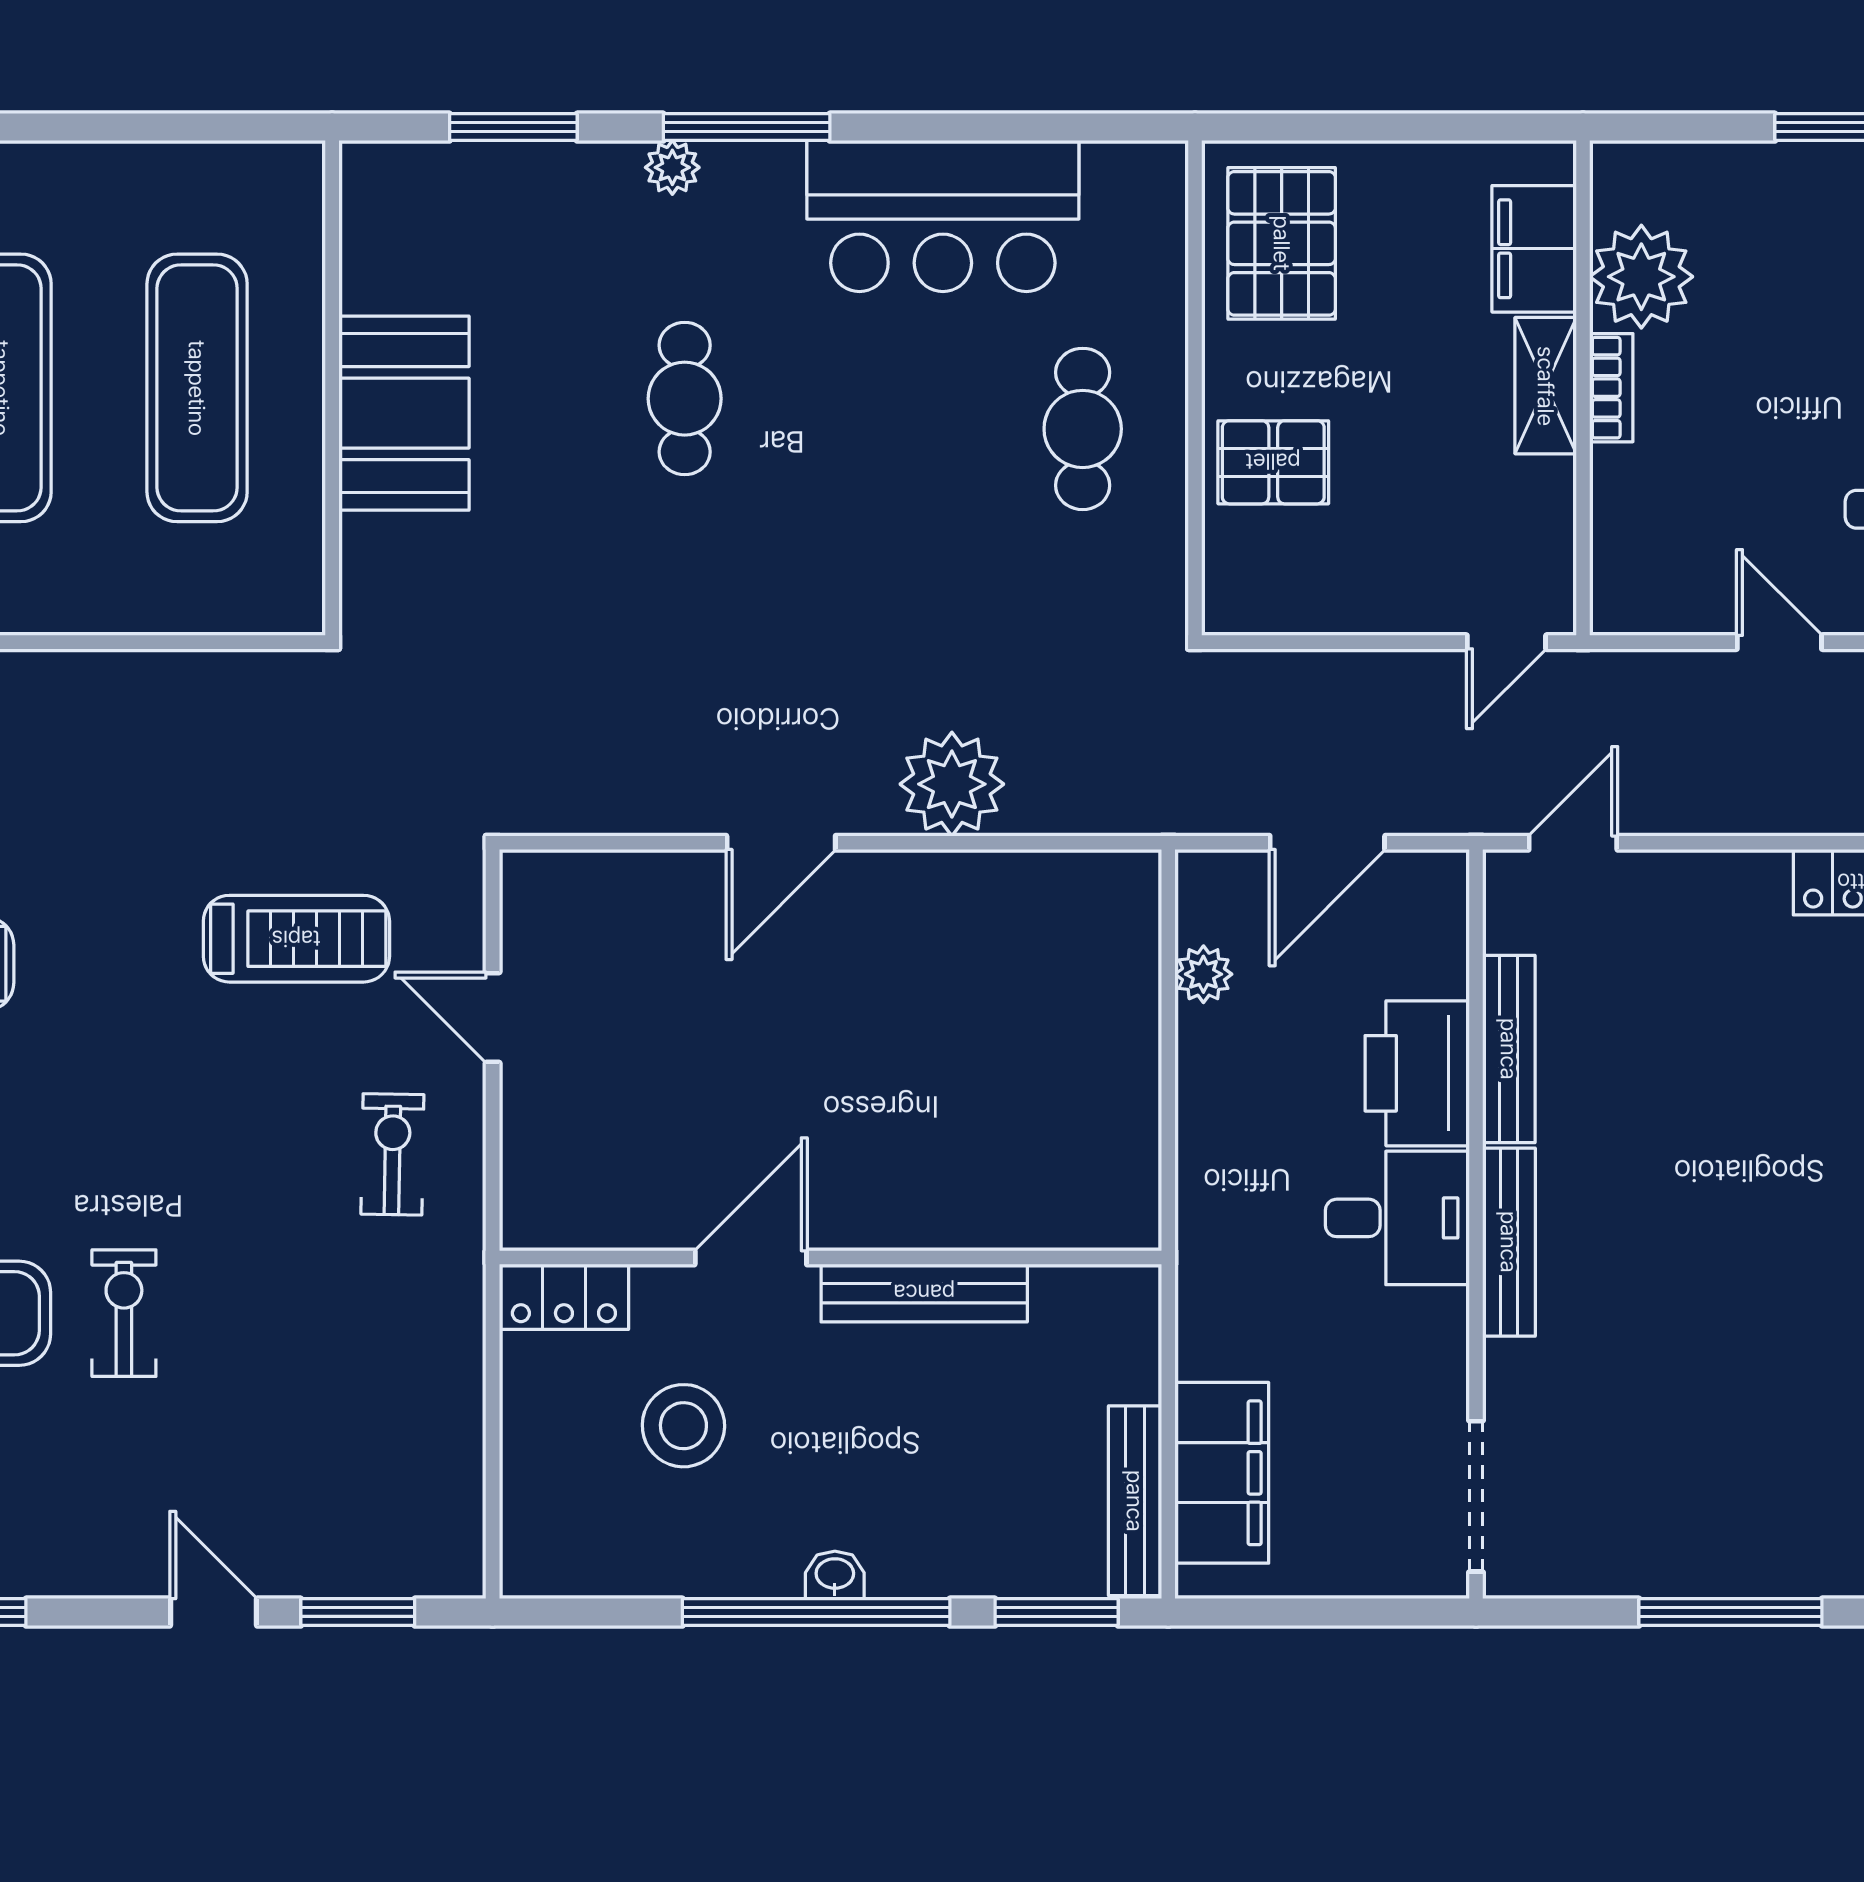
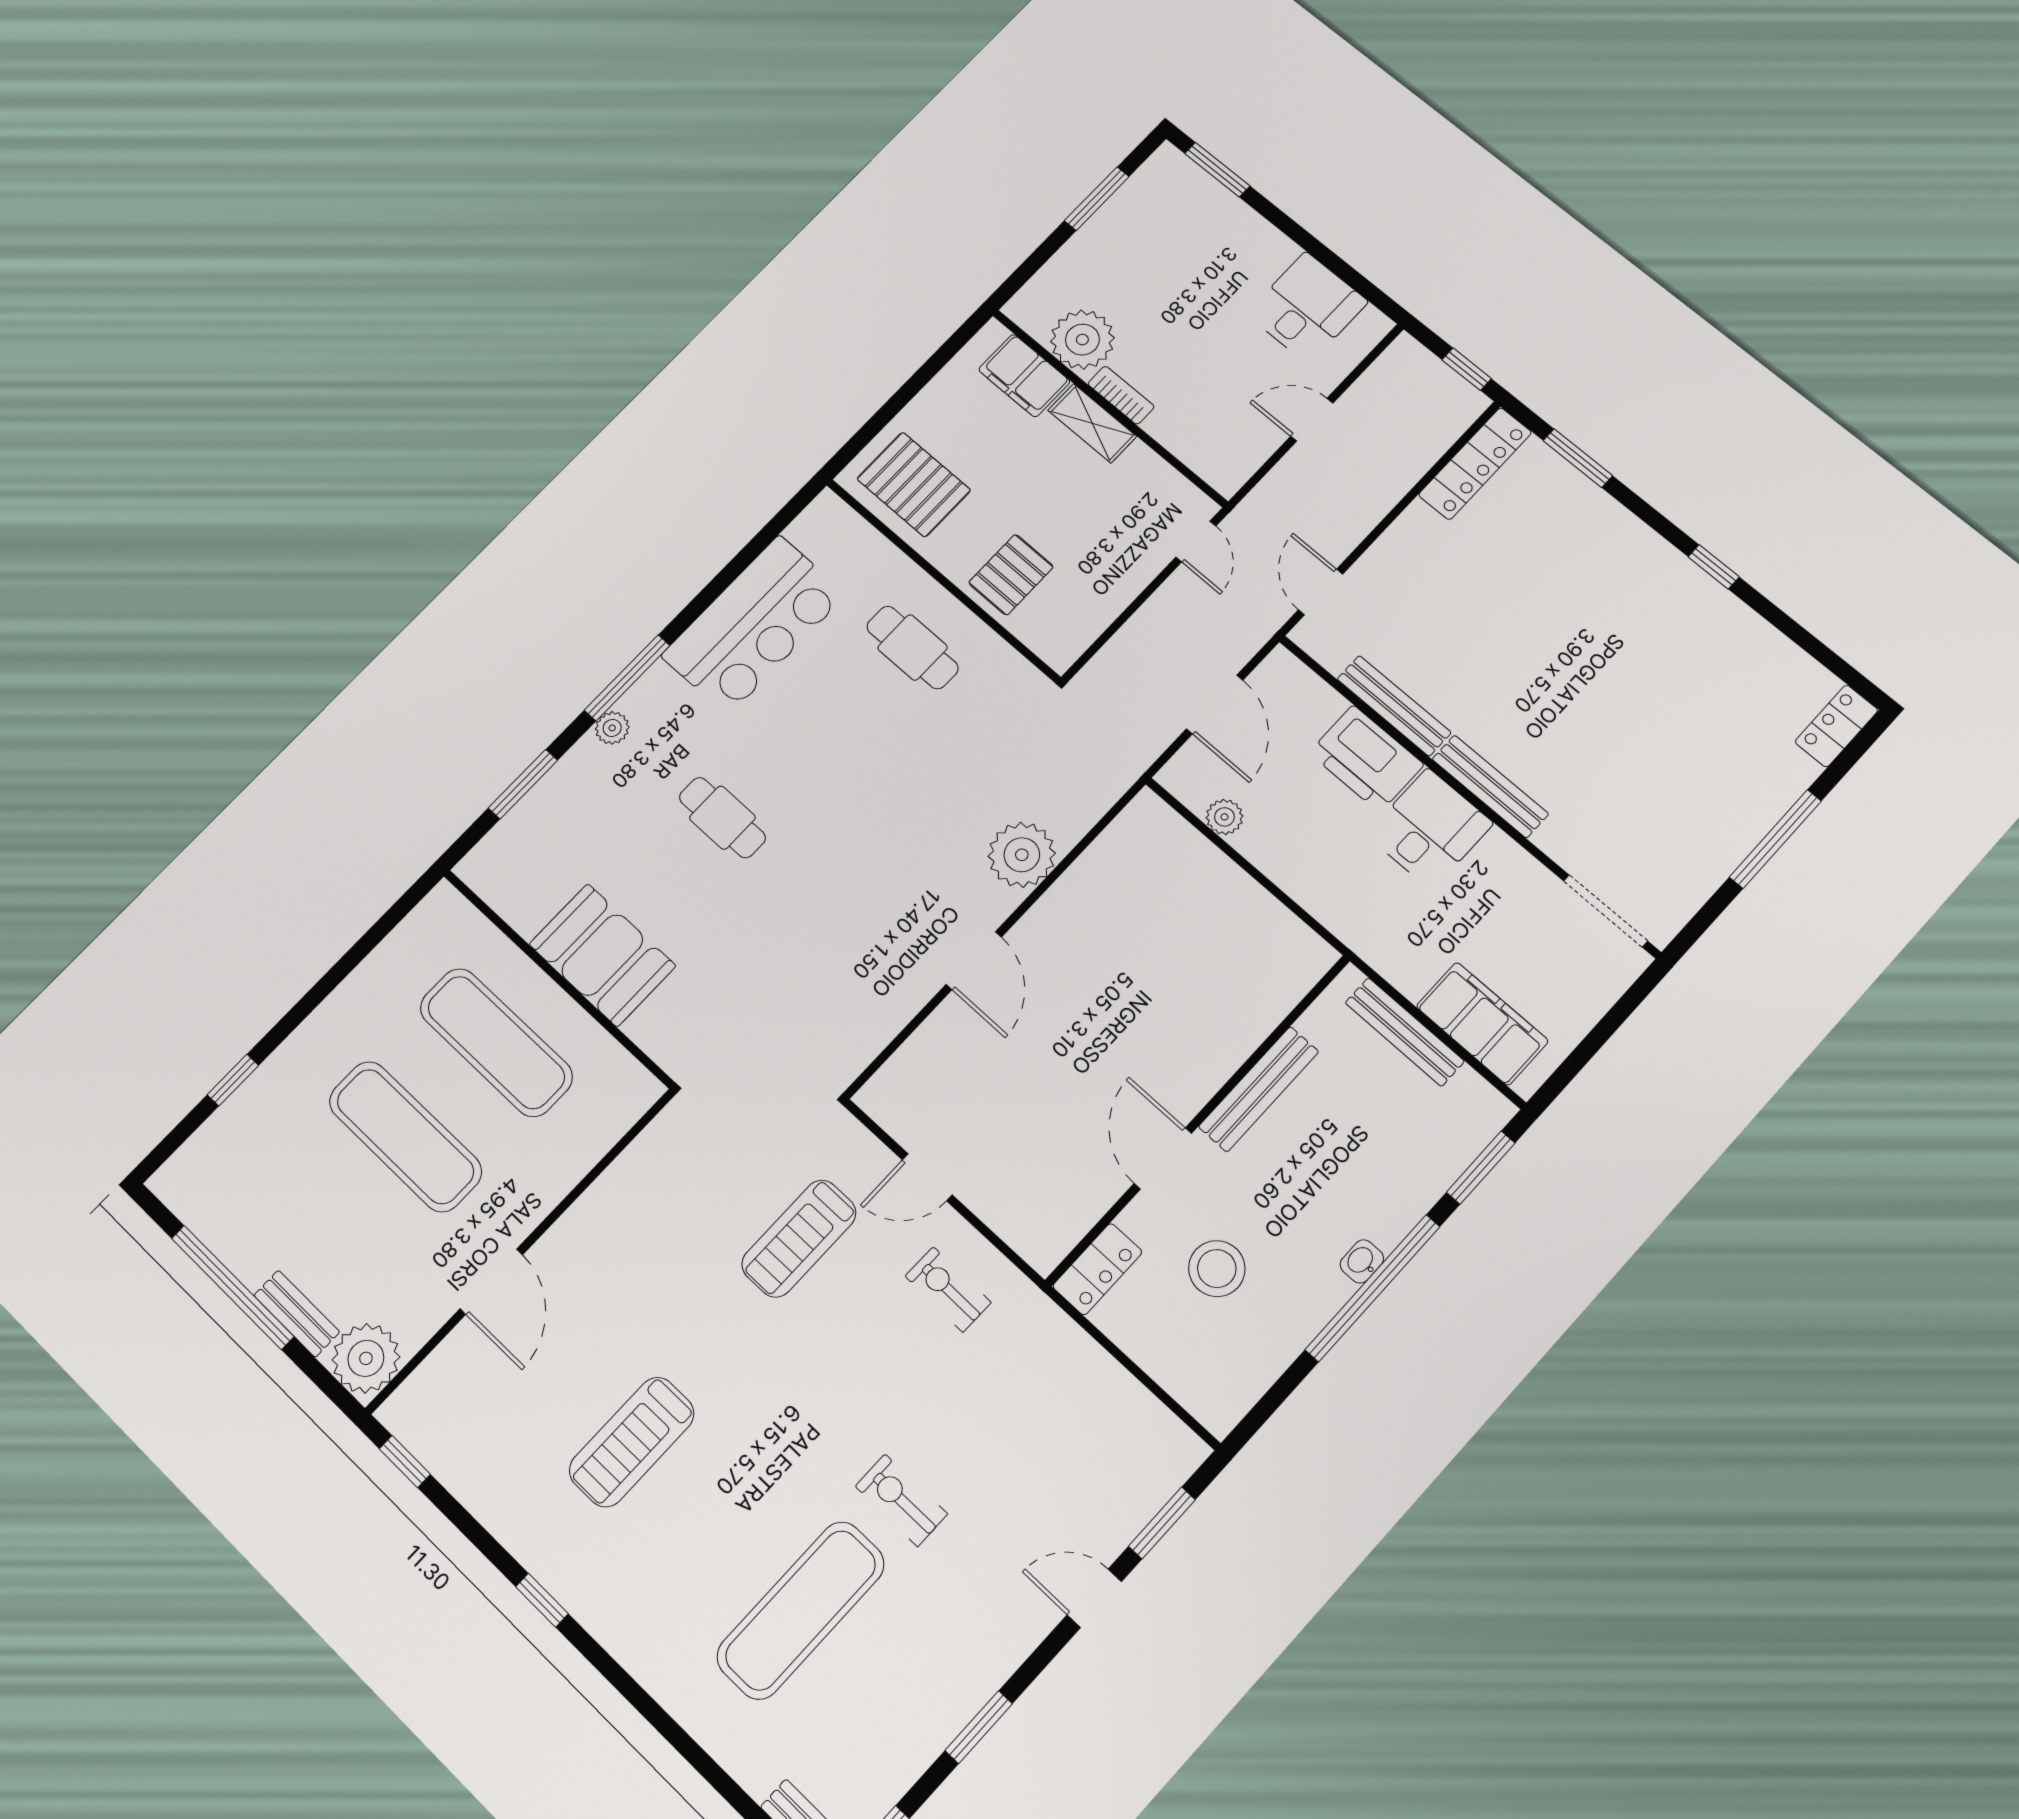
treadmill: (296, 939) -> (799, 1238), turned 180
bench: (1135, 1501) -> (1405, 1032), moved

